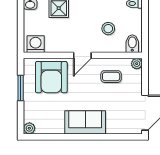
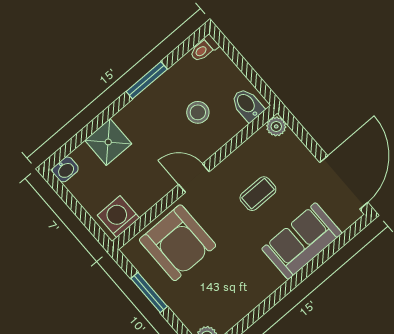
door: (82, 55) -> (194, 178), swing flipped
coffee table: (111, 77) -> (258, 194), moved
sofa: (85, 122) -> (302, 241), moved

